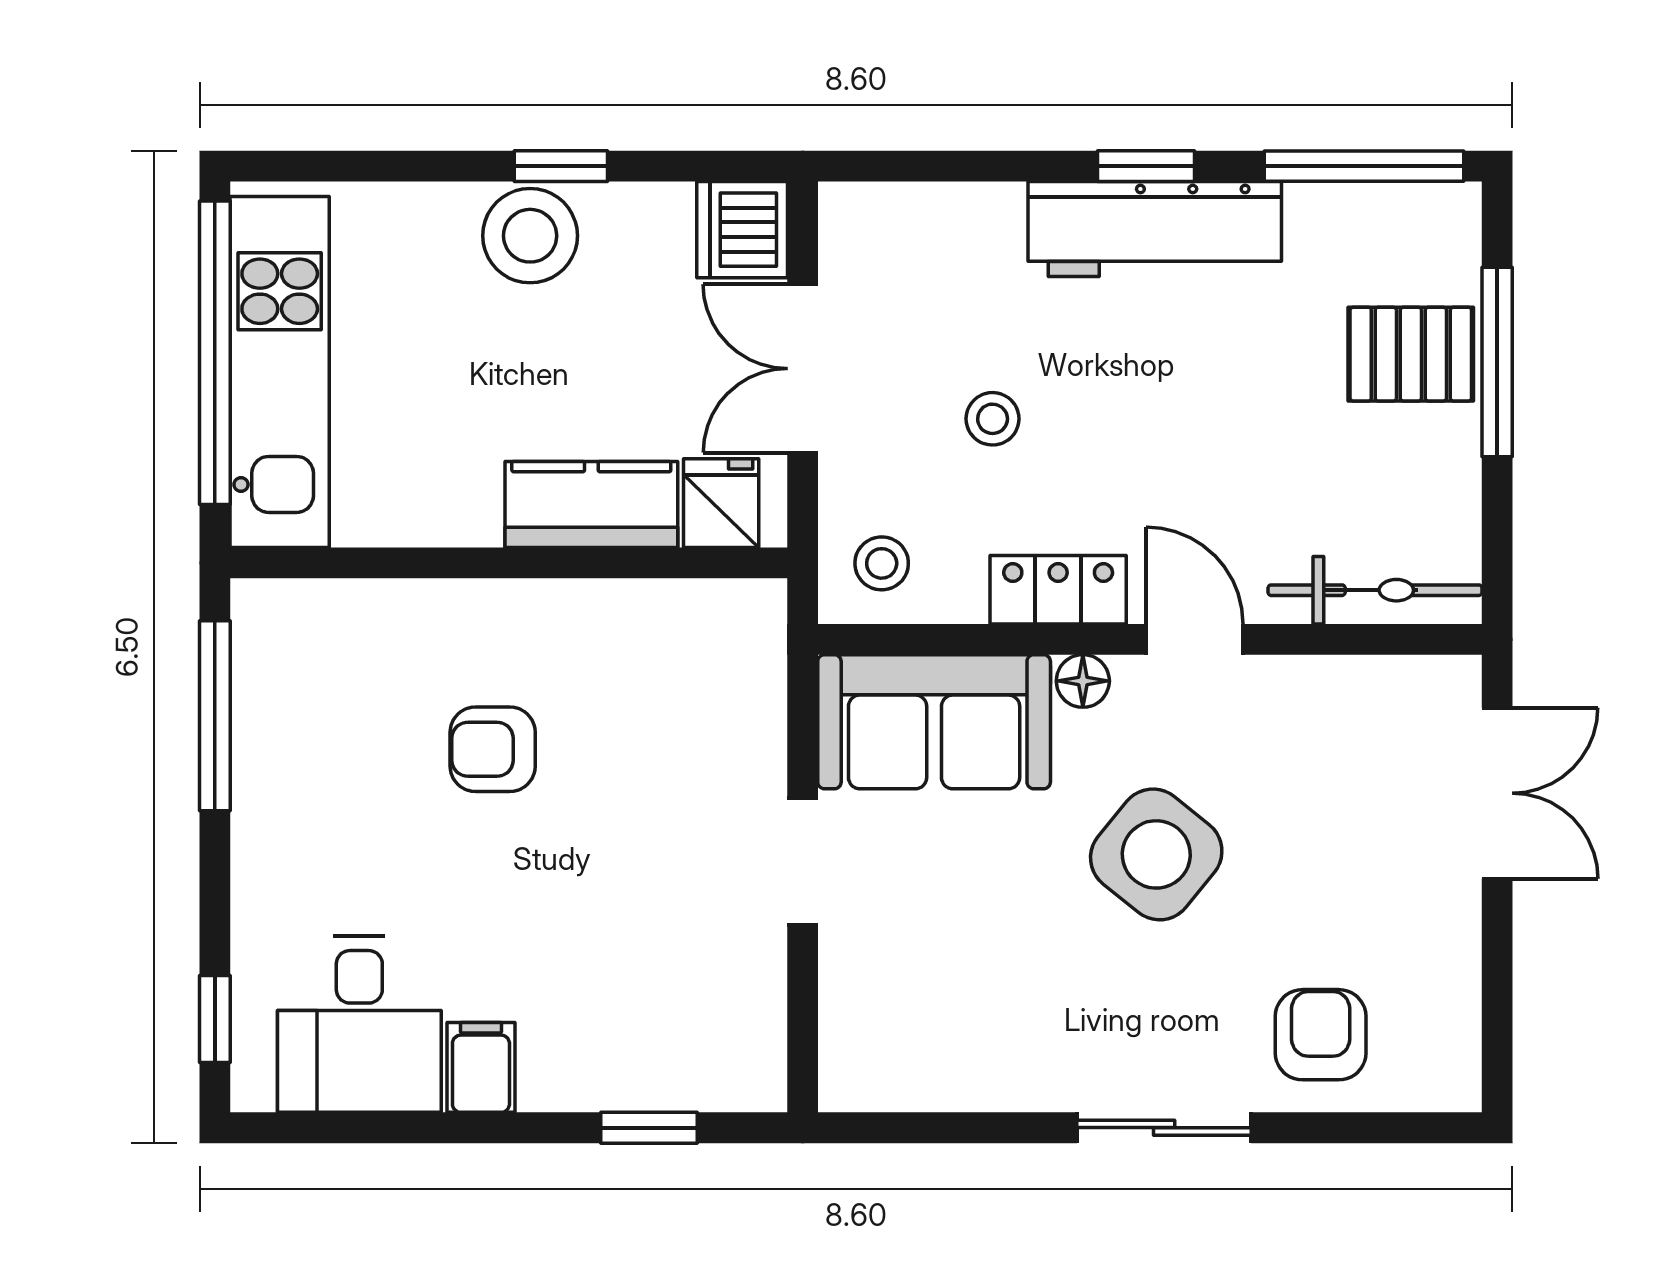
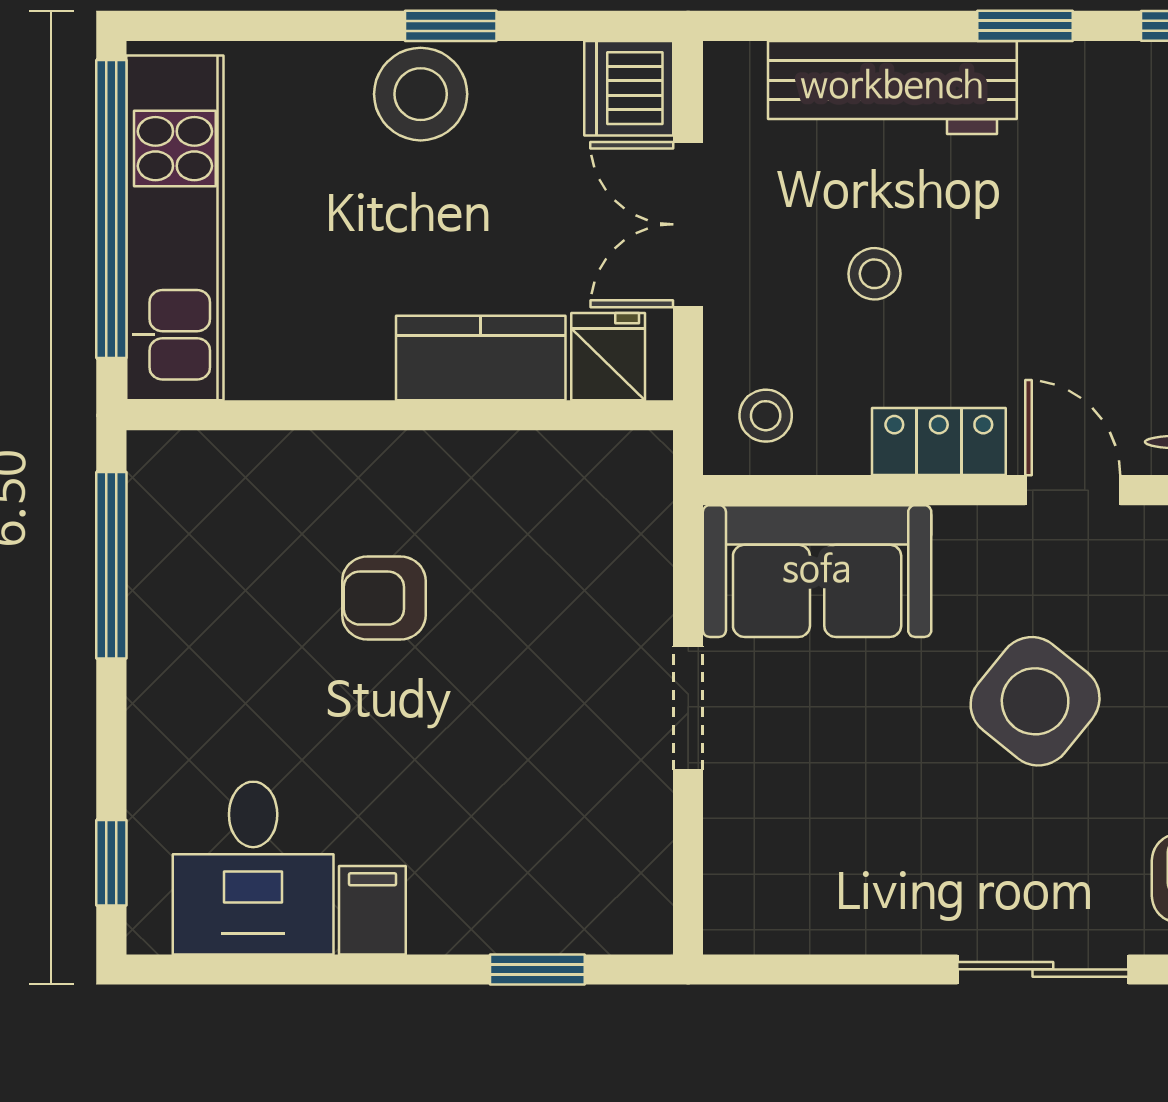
workbench: (1155, 229) -> (892, 87), moved
floor lamp: (1083, 681) -> (963, 531), removed

